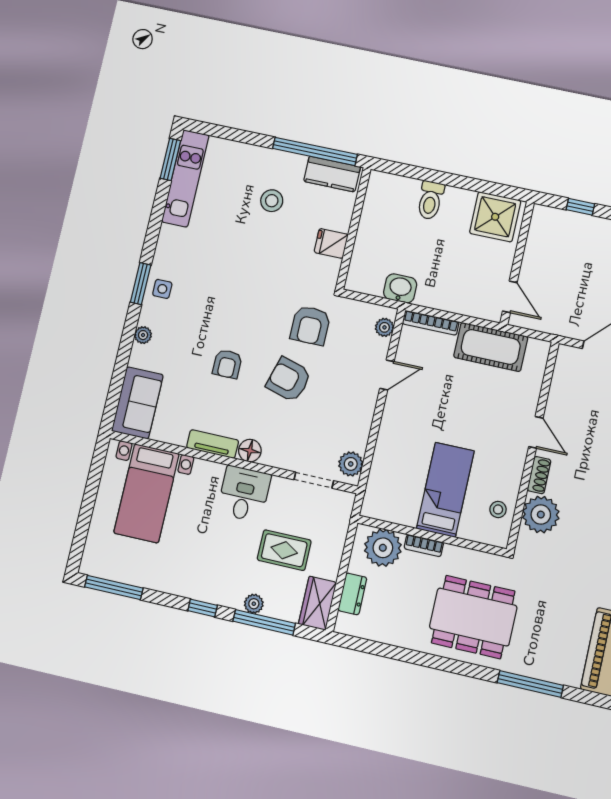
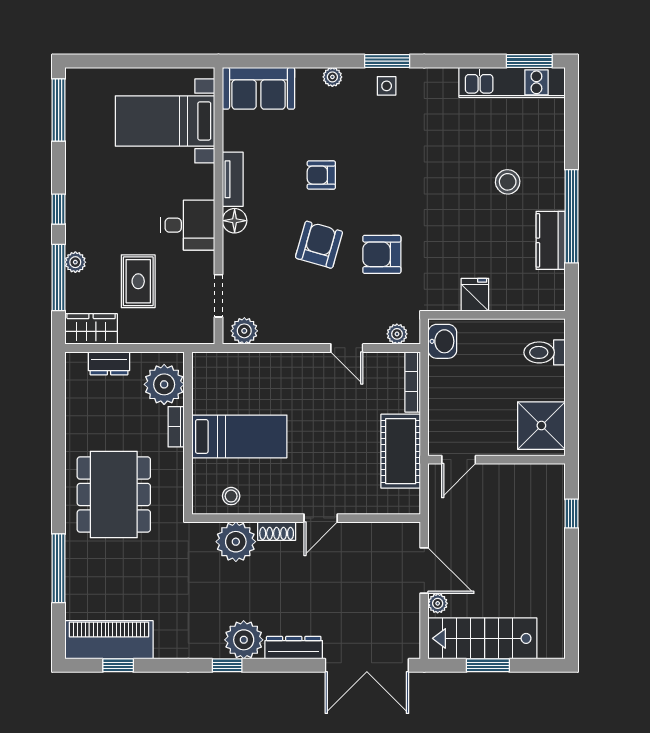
wall: (353, 228) -> (497, 315), moved
fridge: (331, 243) -> (475, 295), moved

